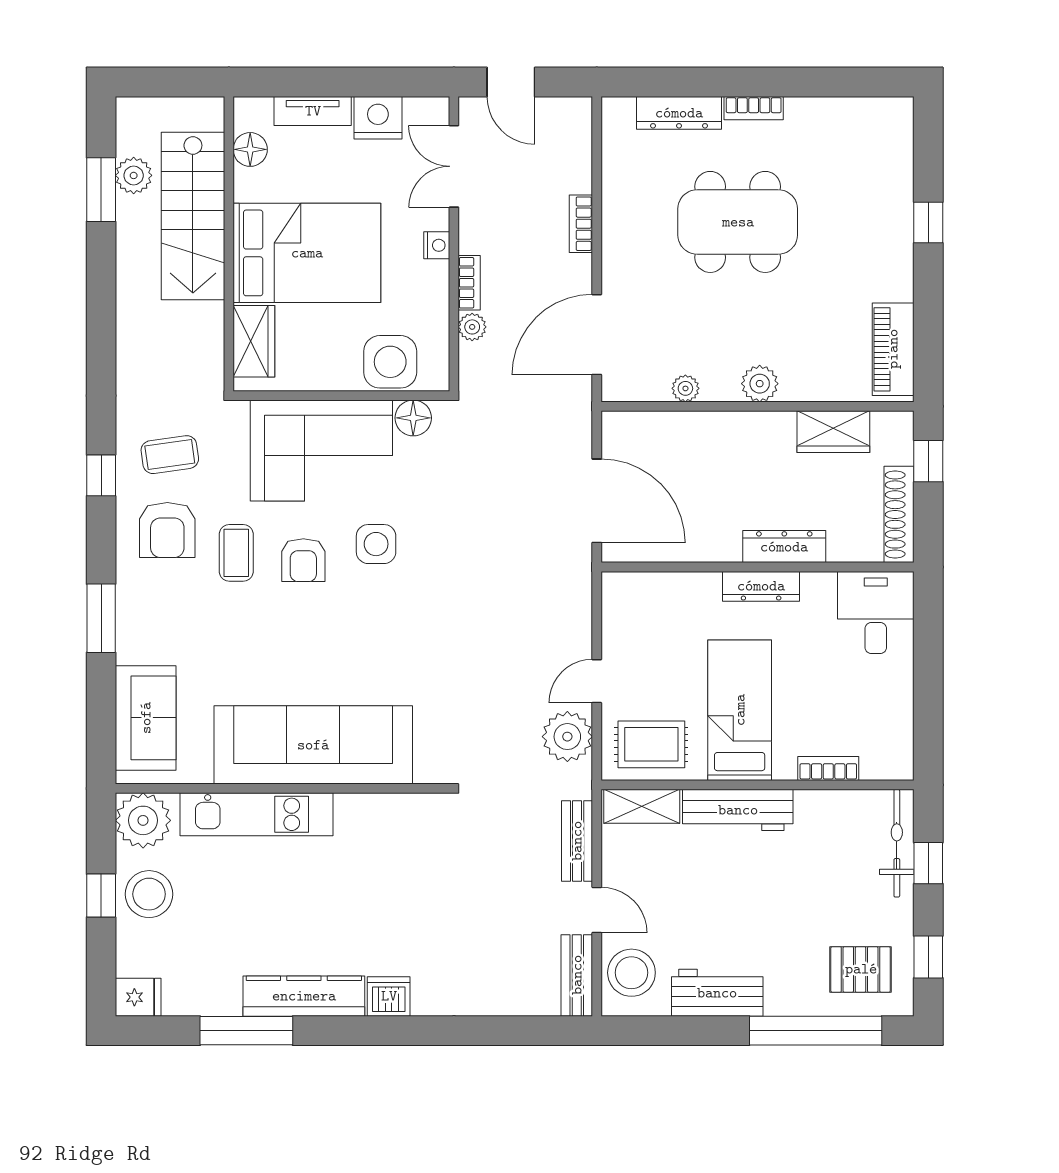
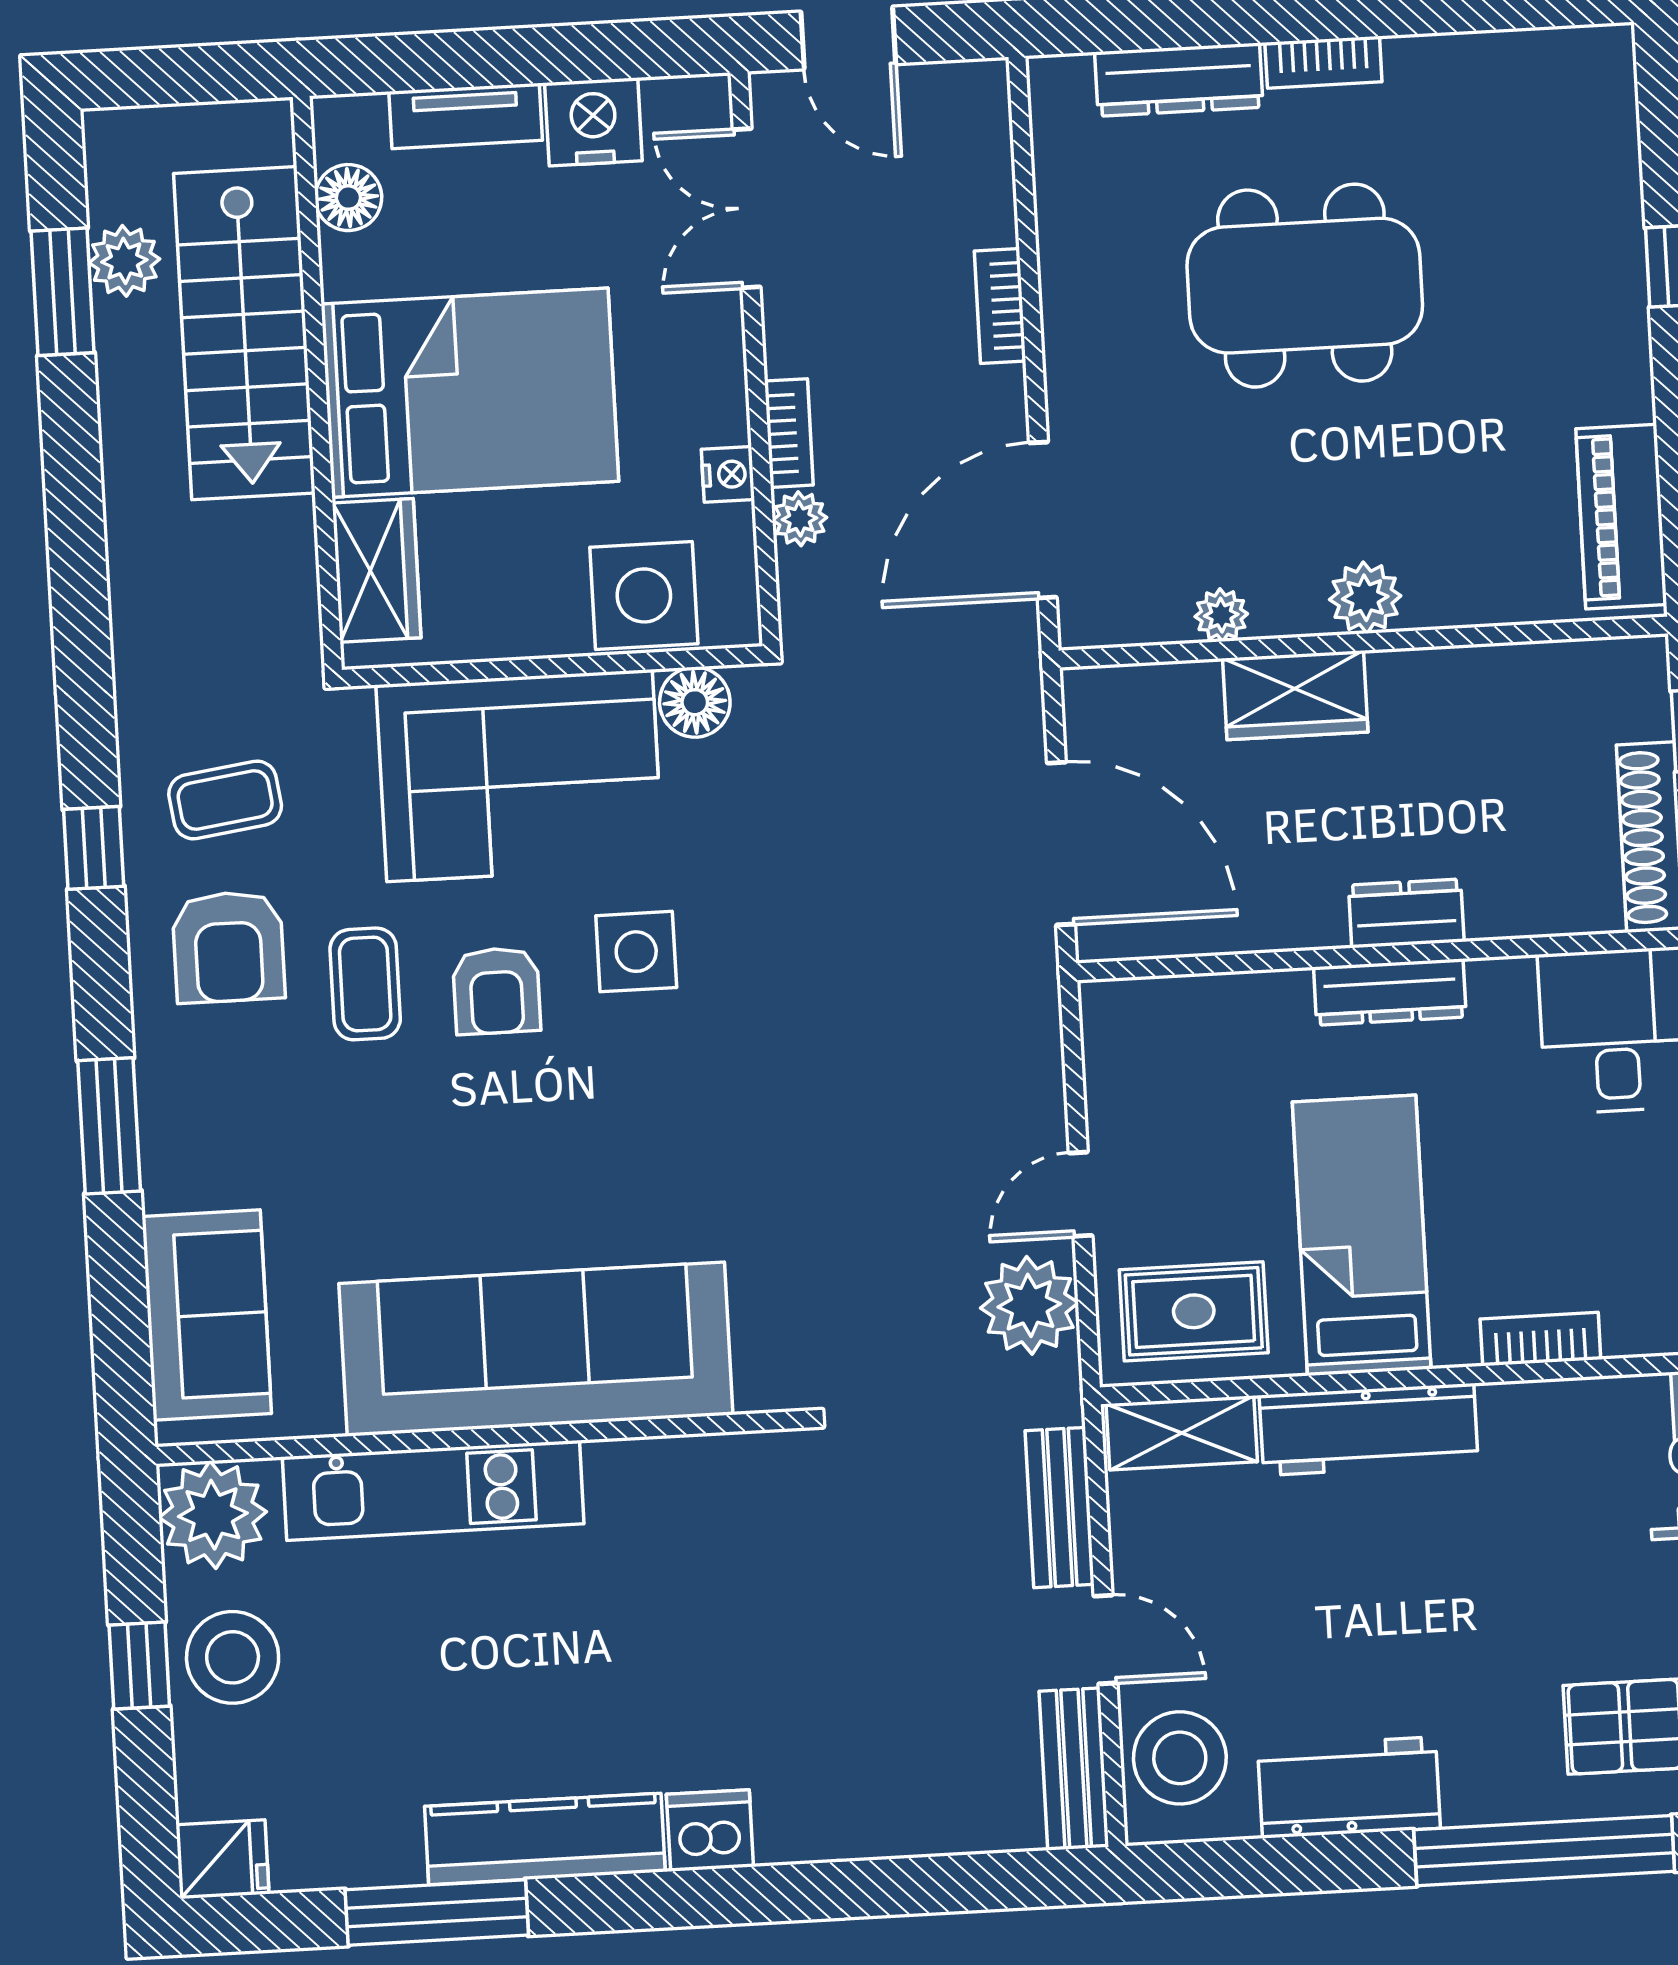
nightstand: (437, 245) -> (728, 474), moved
wardrobe: (833, 432) -> (1295, 695), moved
dresser: (784, 547) -> (1406, 913), width x0.70

